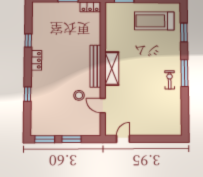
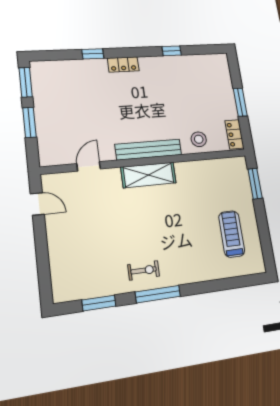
treadmill: (154, 21) -> (232, 234), width x0.73, depth x0.73
window: (184, 33) -> (99, 303), moved
locker: (36, 60) -> (123, 64), moved
stool: (79, 95) -> (199, 139), moved

